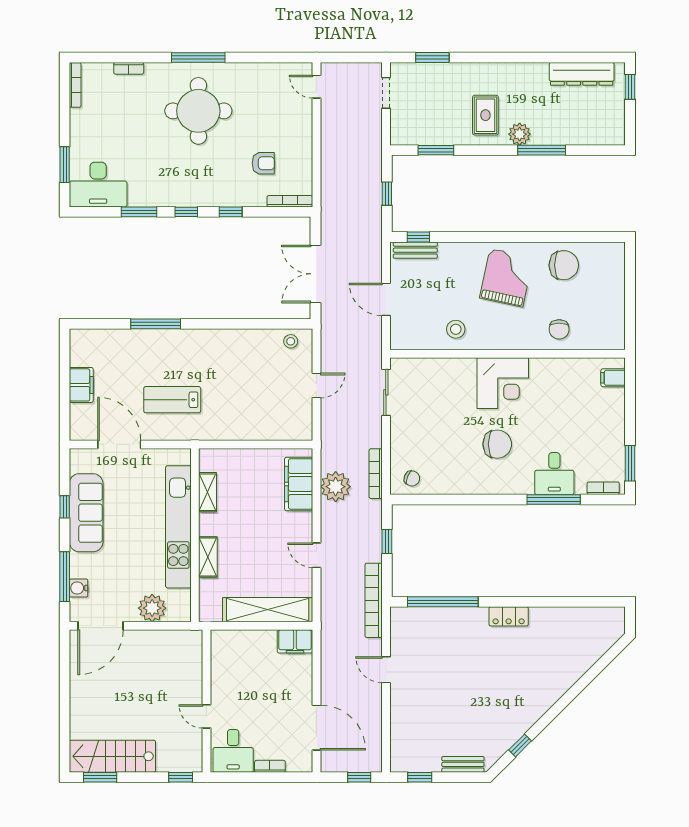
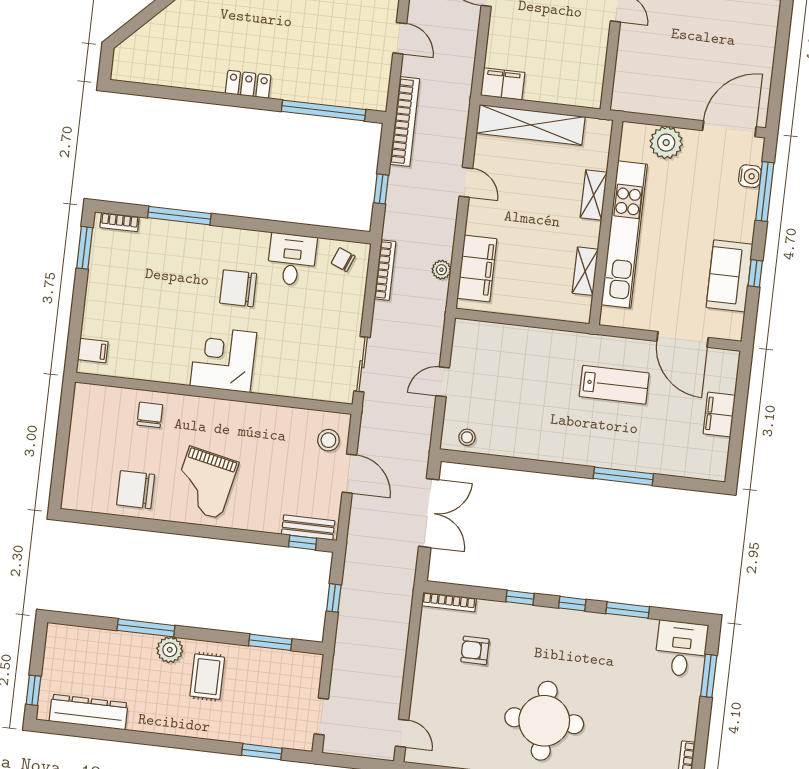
desk: (98, 185) -> (681, 649), width x0.73
stool: (456, 329) -> (328, 440), moved
desk: (554, 474) -> (292, 260), moved
plant: (336, 487) -> (441, 270), width x0.53, depth x0.53
sofa: (86, 513) -> (729, 276), width x0.73

